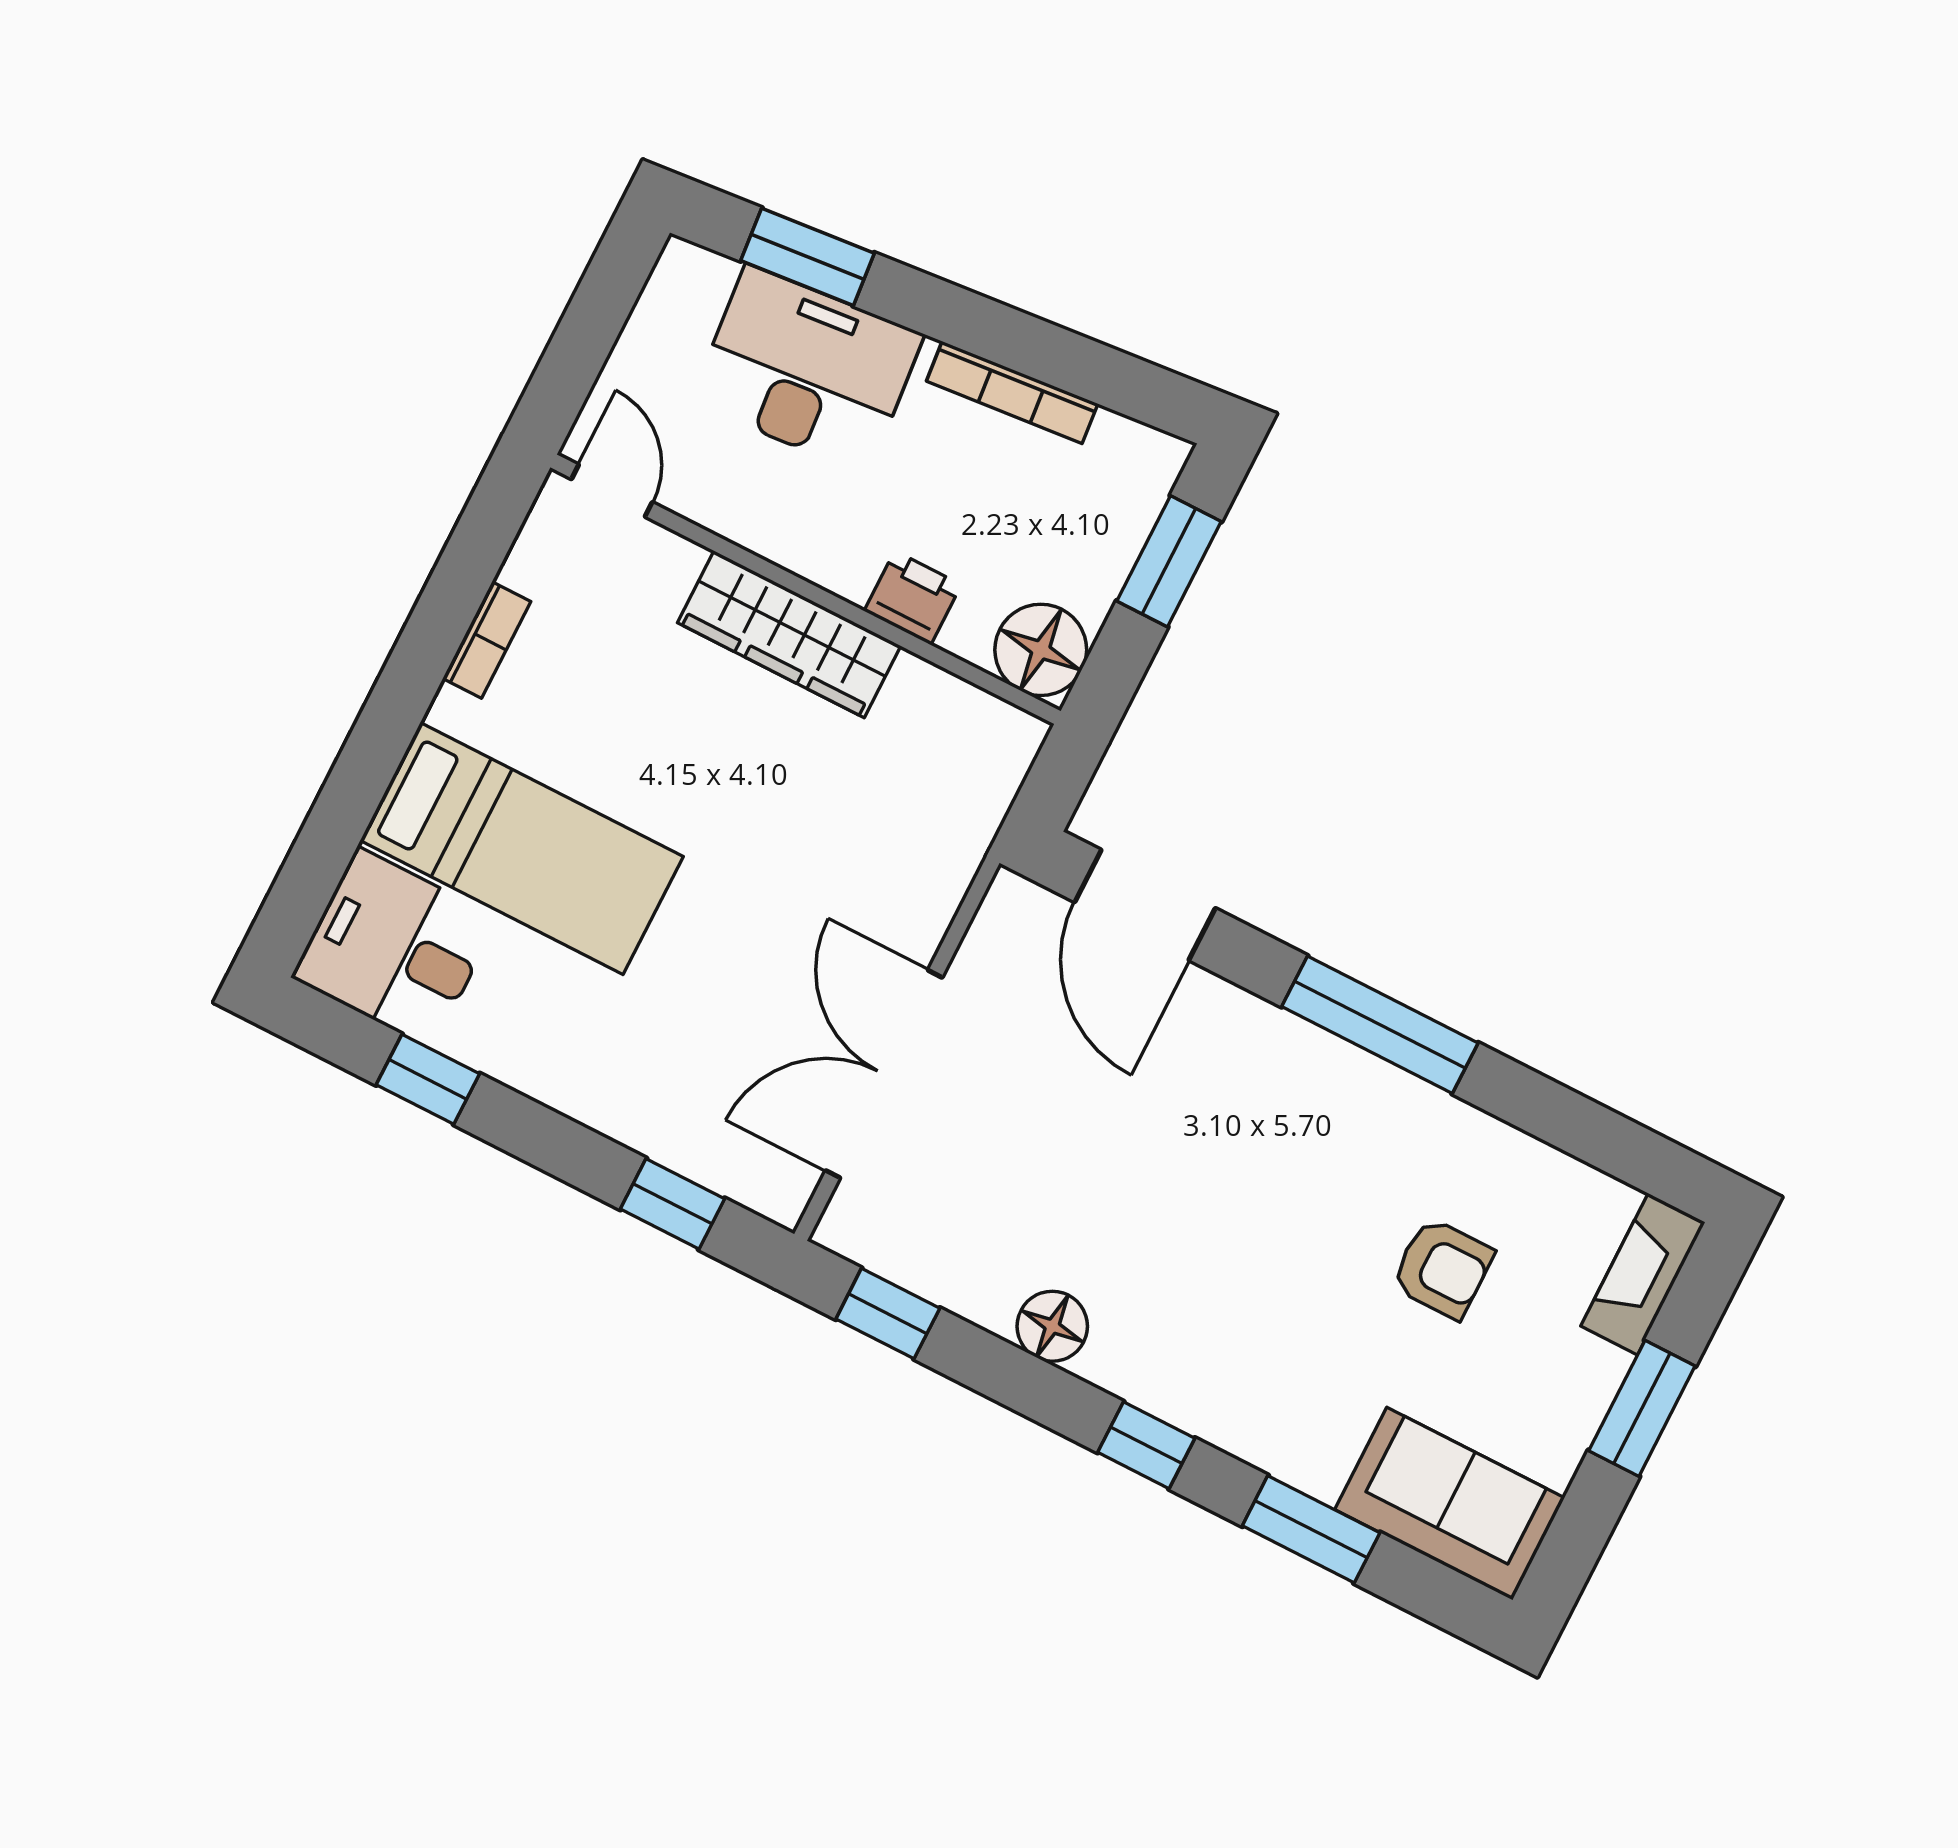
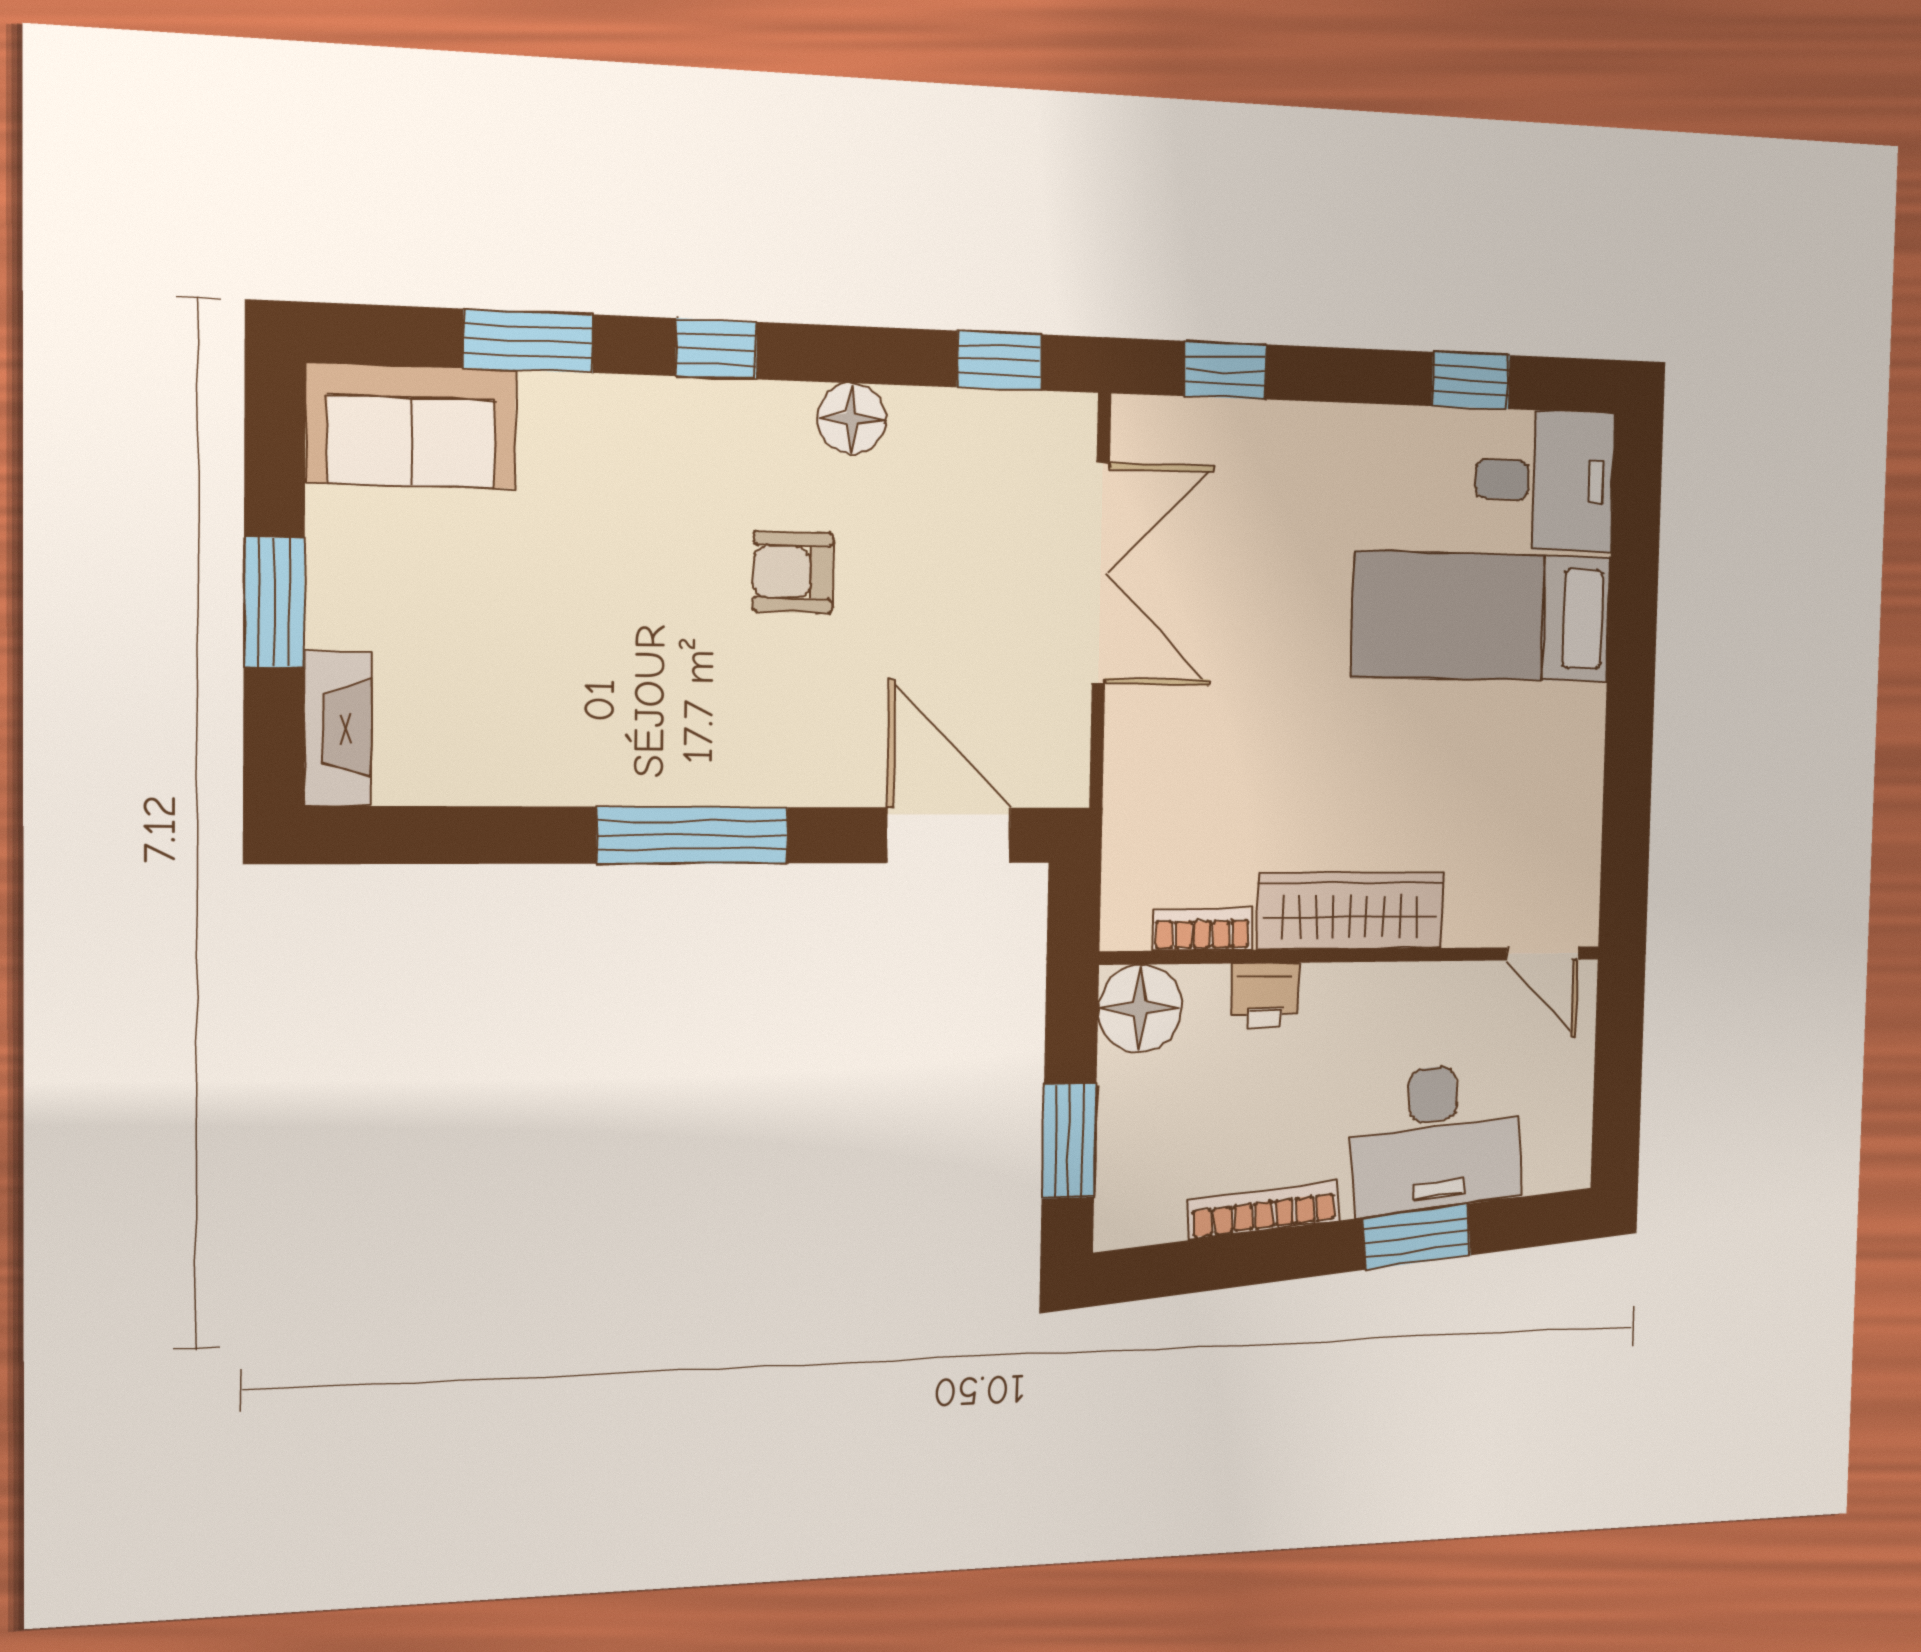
window: (807, 257) -> (1417, 1237), moved
bookcase: (487, 640) -> (1202, 930), moved, turned 90
armchair: (1442, 1268) -> (793, 572), moved

